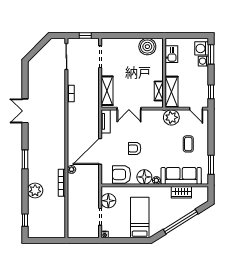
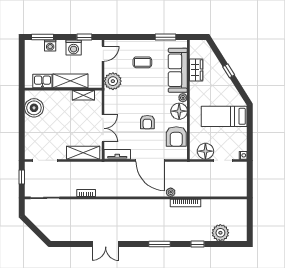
washing machine: (202, 48) -> (74, 48), moved
shelving: (172, 92) -> (70, 81), moved
plant: (35, 190) -> (220, 233), moved
window: (25, 220) -> (198, 244), moved
window: (181, 222) -> (229, 71), width x0.32

